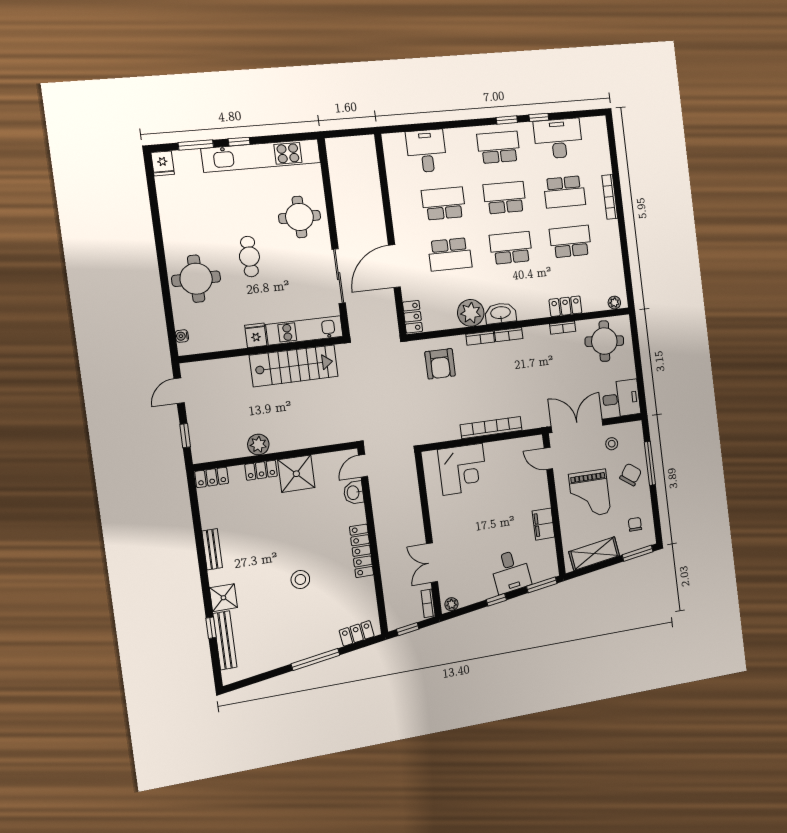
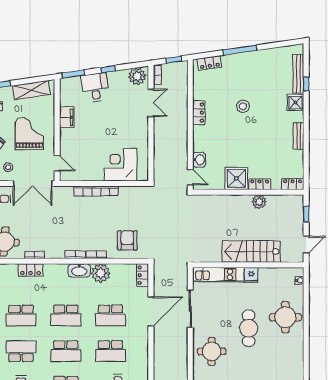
school desk: (450, 254) -> (110, 315), turned 180
cafe table: (249, 257) -> (249, 328), width x1.37, depth x1.35
stairs: (294, 366) -> (251, 252), moved
door: (363, 466) -> (190, 177), hinge flipped
locker: (361, 551) -> (199, 113), width x0.66
plant: (451, 604) -> (137, 76), width x1.88, depth x1.88

